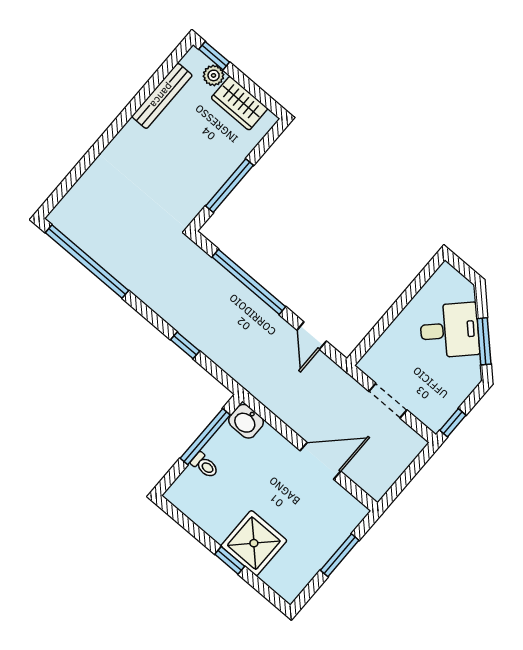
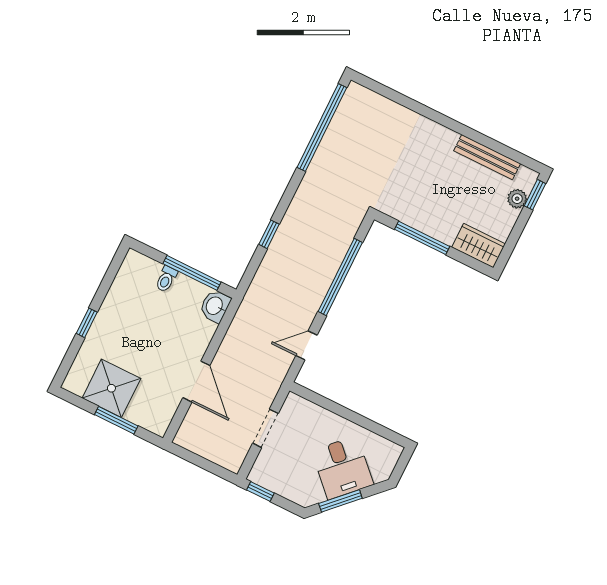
wardrobe: (239, 103) -> (479, 246), moved, turned 90
shower: (254, 543) -> (111, 388), moved

